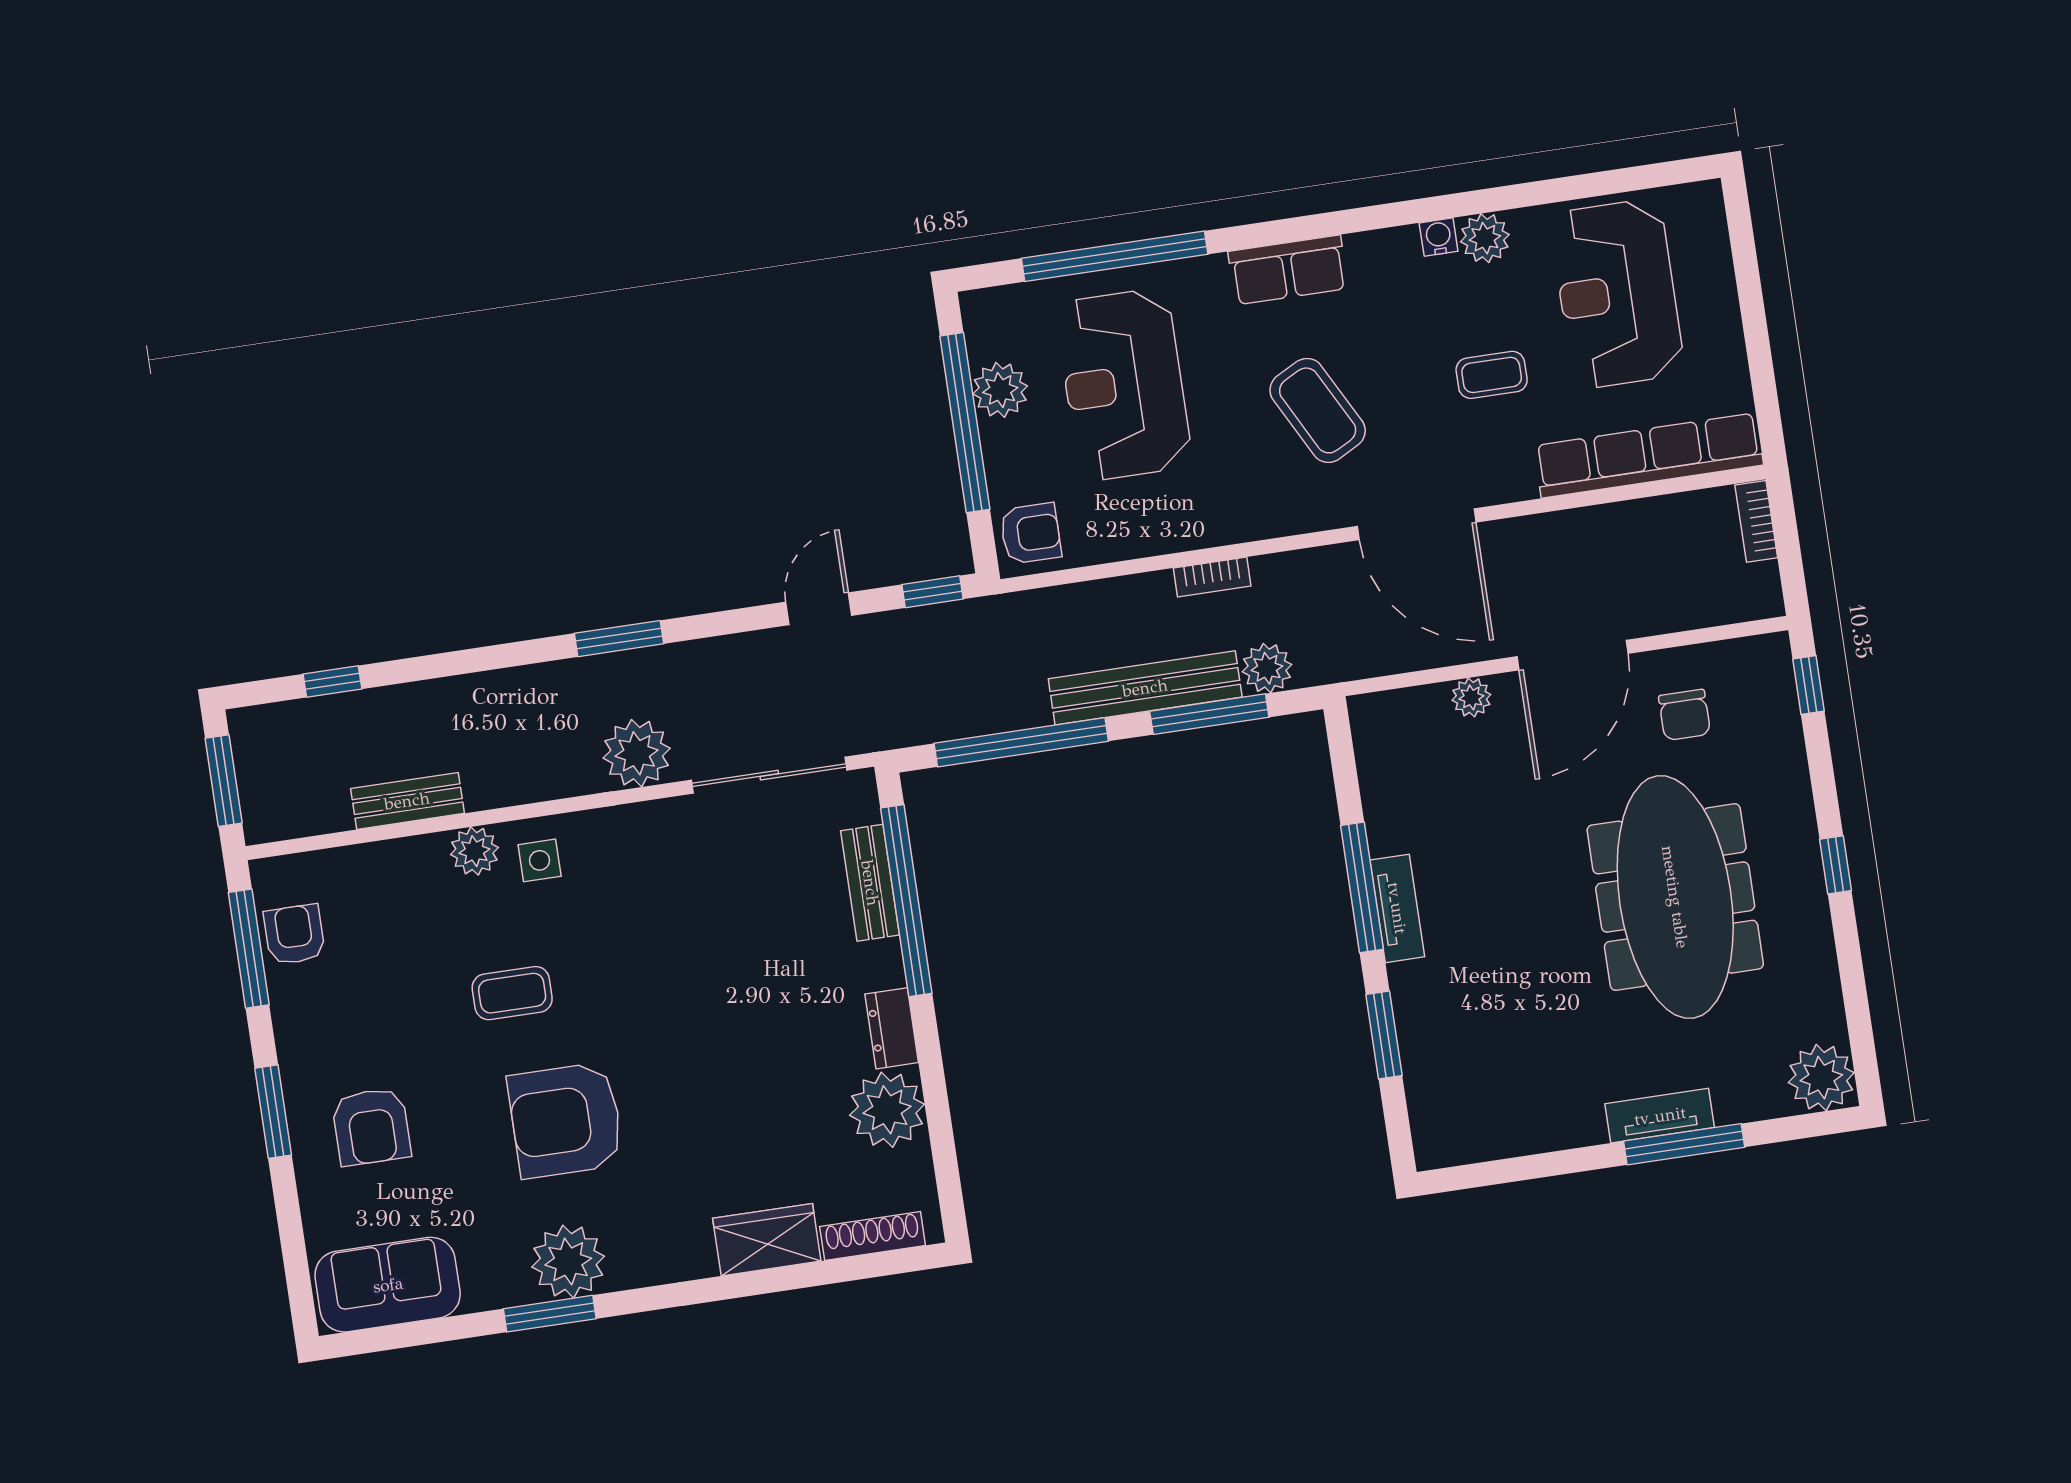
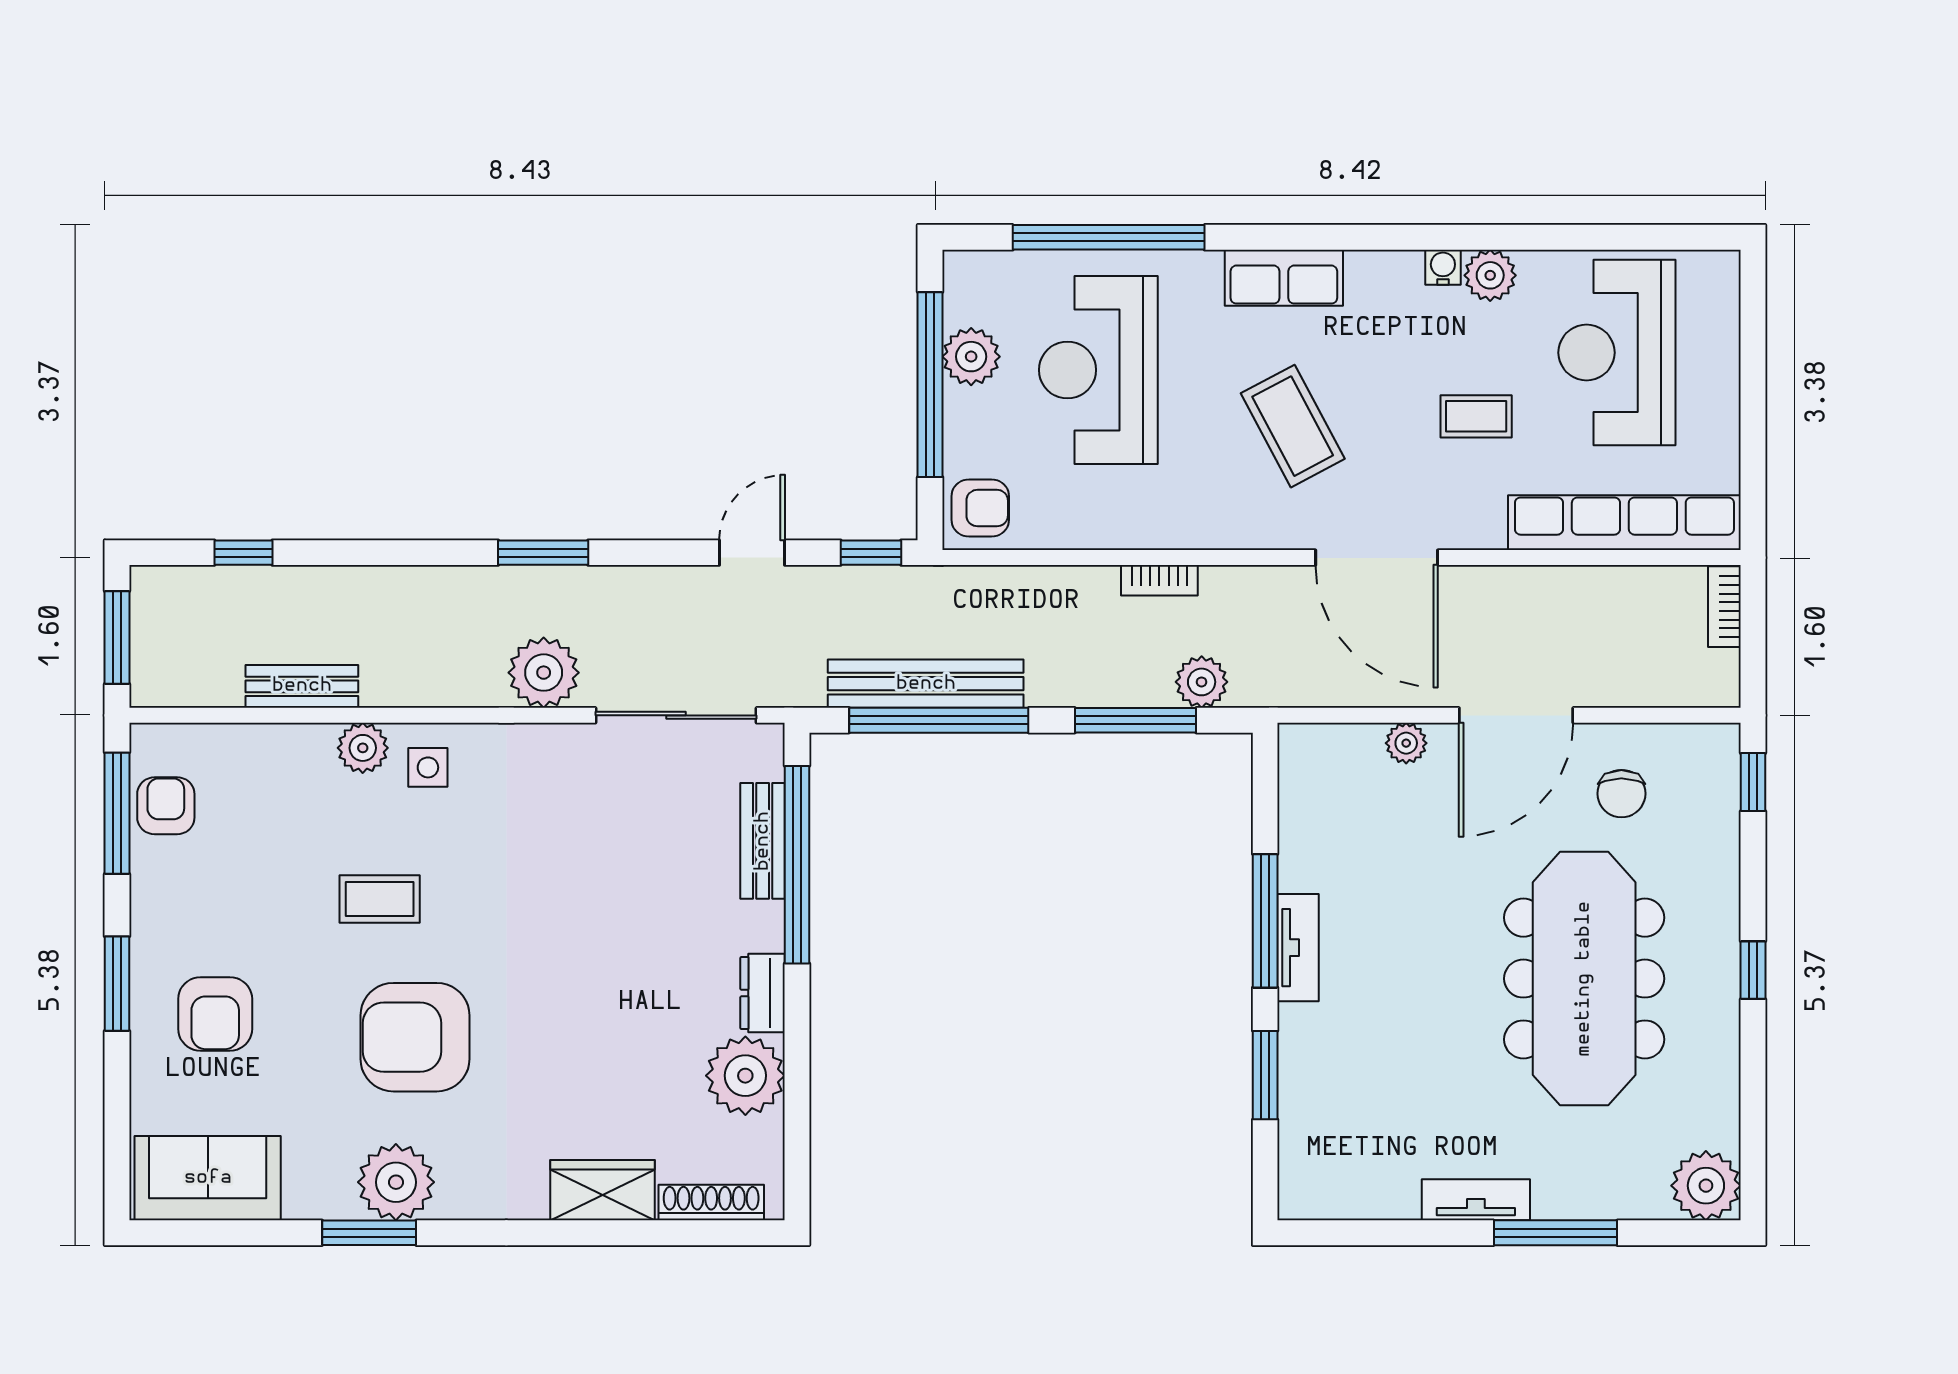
bench: (1145, 688) -> (926, 684), moved
tv unit: (1660, 1116) -> (1476, 1200), moved

